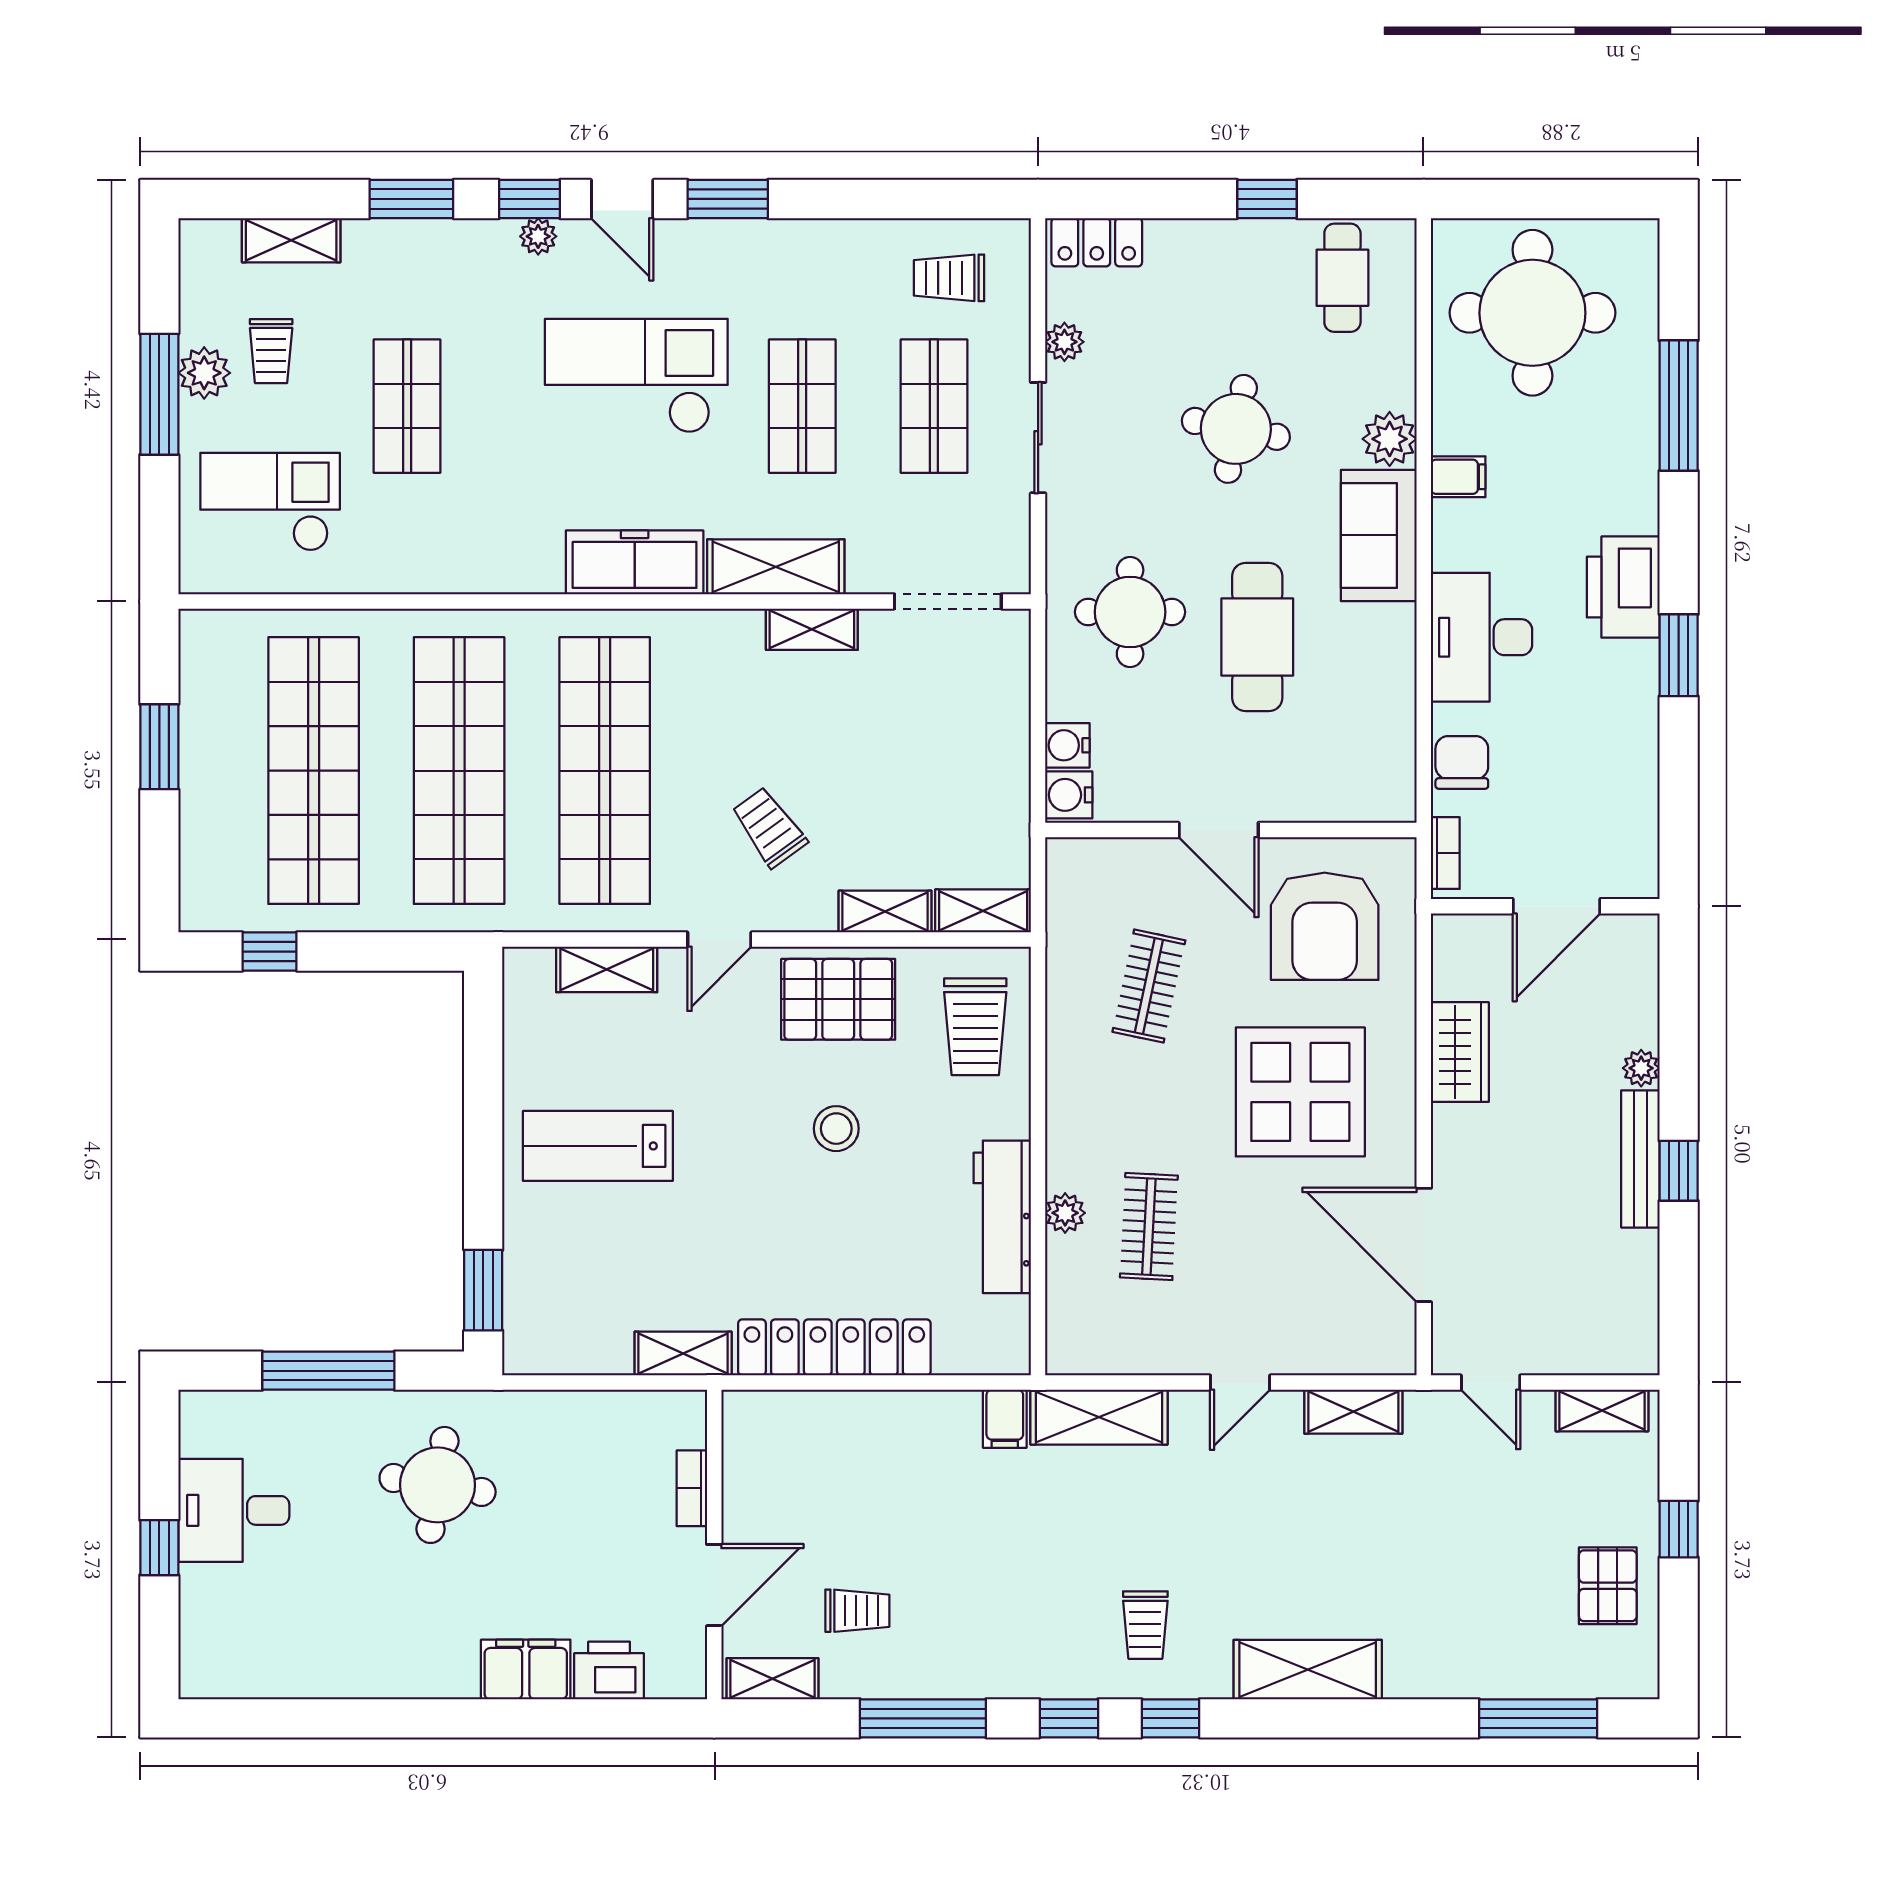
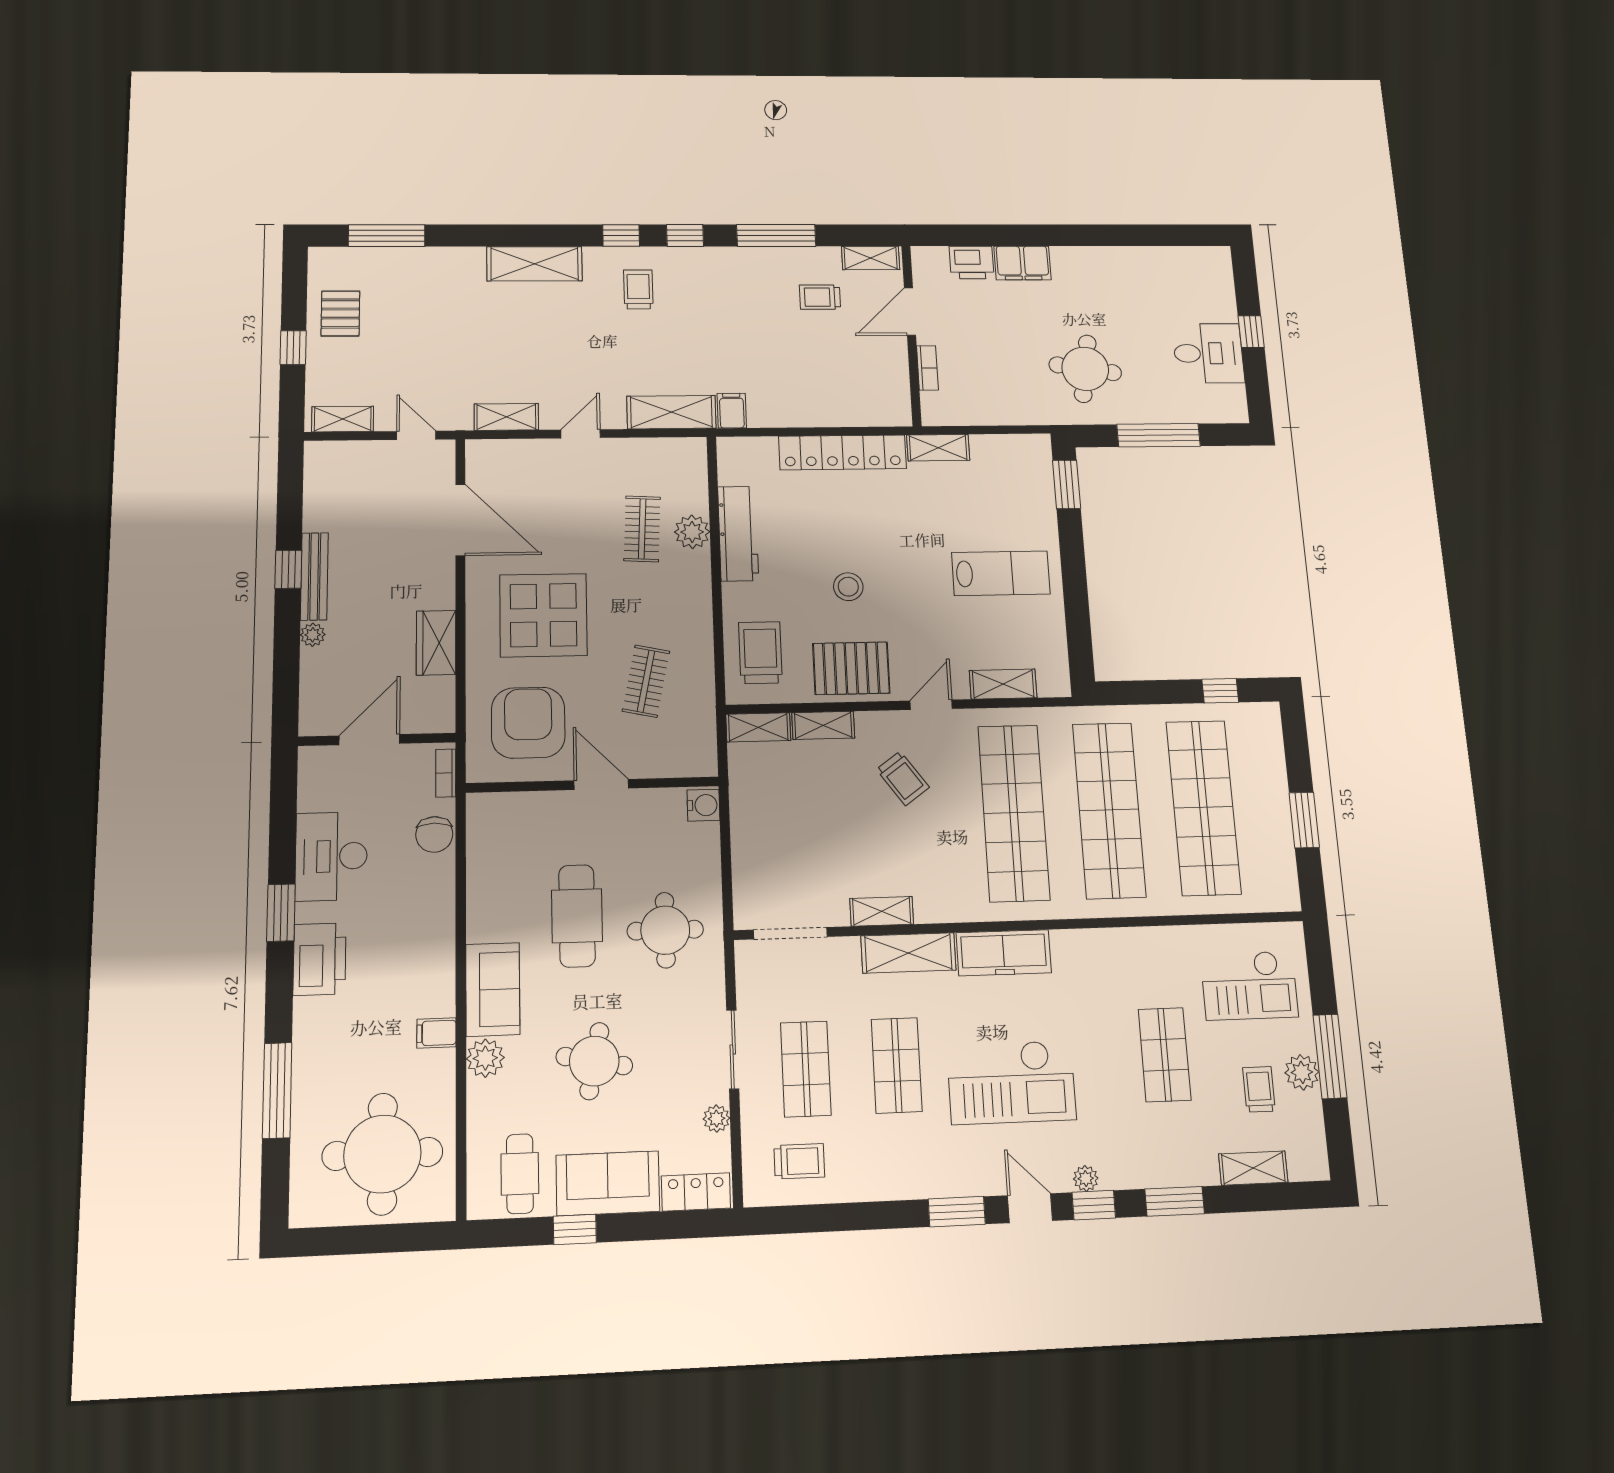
sofa: (1220, 259) -> (608, 1183), added
desk: (1482, 637) -> (331, 856), moved, turned 180
water cooler: (1067, 745) -> (705, 838), removed
plant: (1065, 1213) -> (692, 532), width x1.38, depth x1.38

